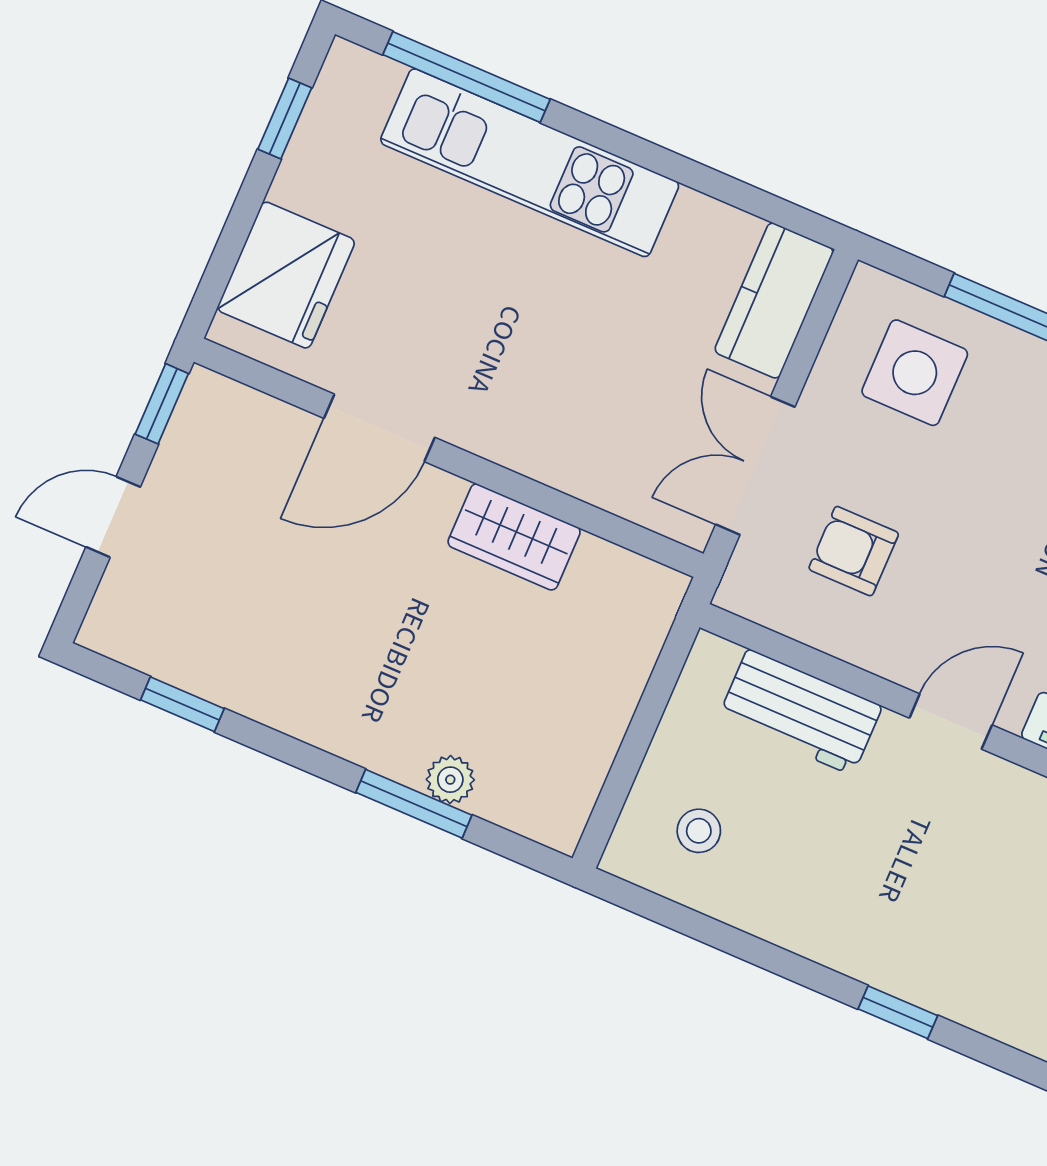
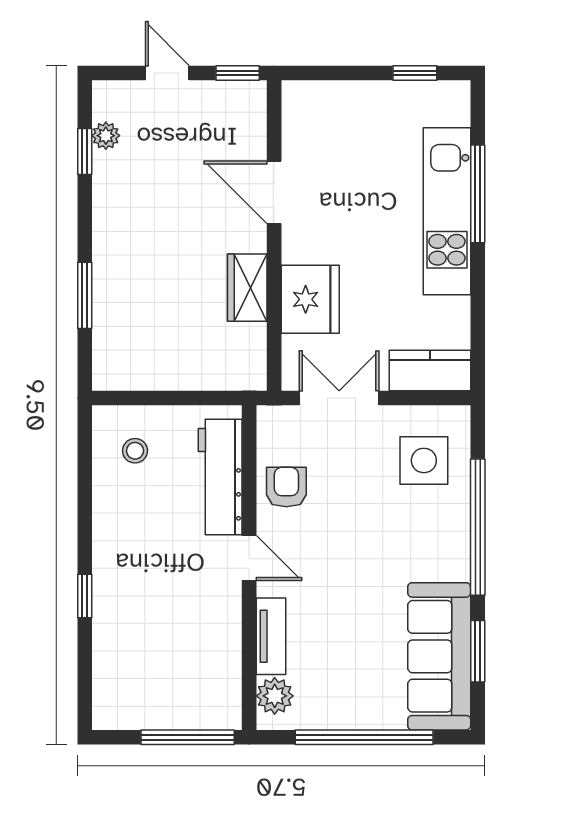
window: (466, 77) -> (478, 194), moved
fridge: (286, 275) -> (310, 299), moved, turned -90
armchair: (854, 551) -> (286, 487), moved
workbench: (800, 712) -> (220, 477), width x1.38
plant: (450, 780) -> (106, 136), moved

